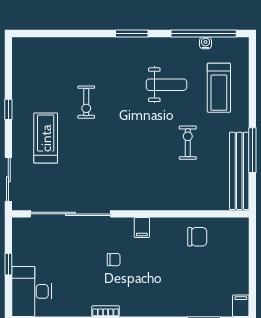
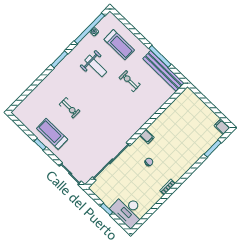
weight bench: (166, 85) -> (96, 66), turned 90
treadmill: (46, 138) -> (52, 134), moved
chair: (197, 237) -> (174, 116), removed

